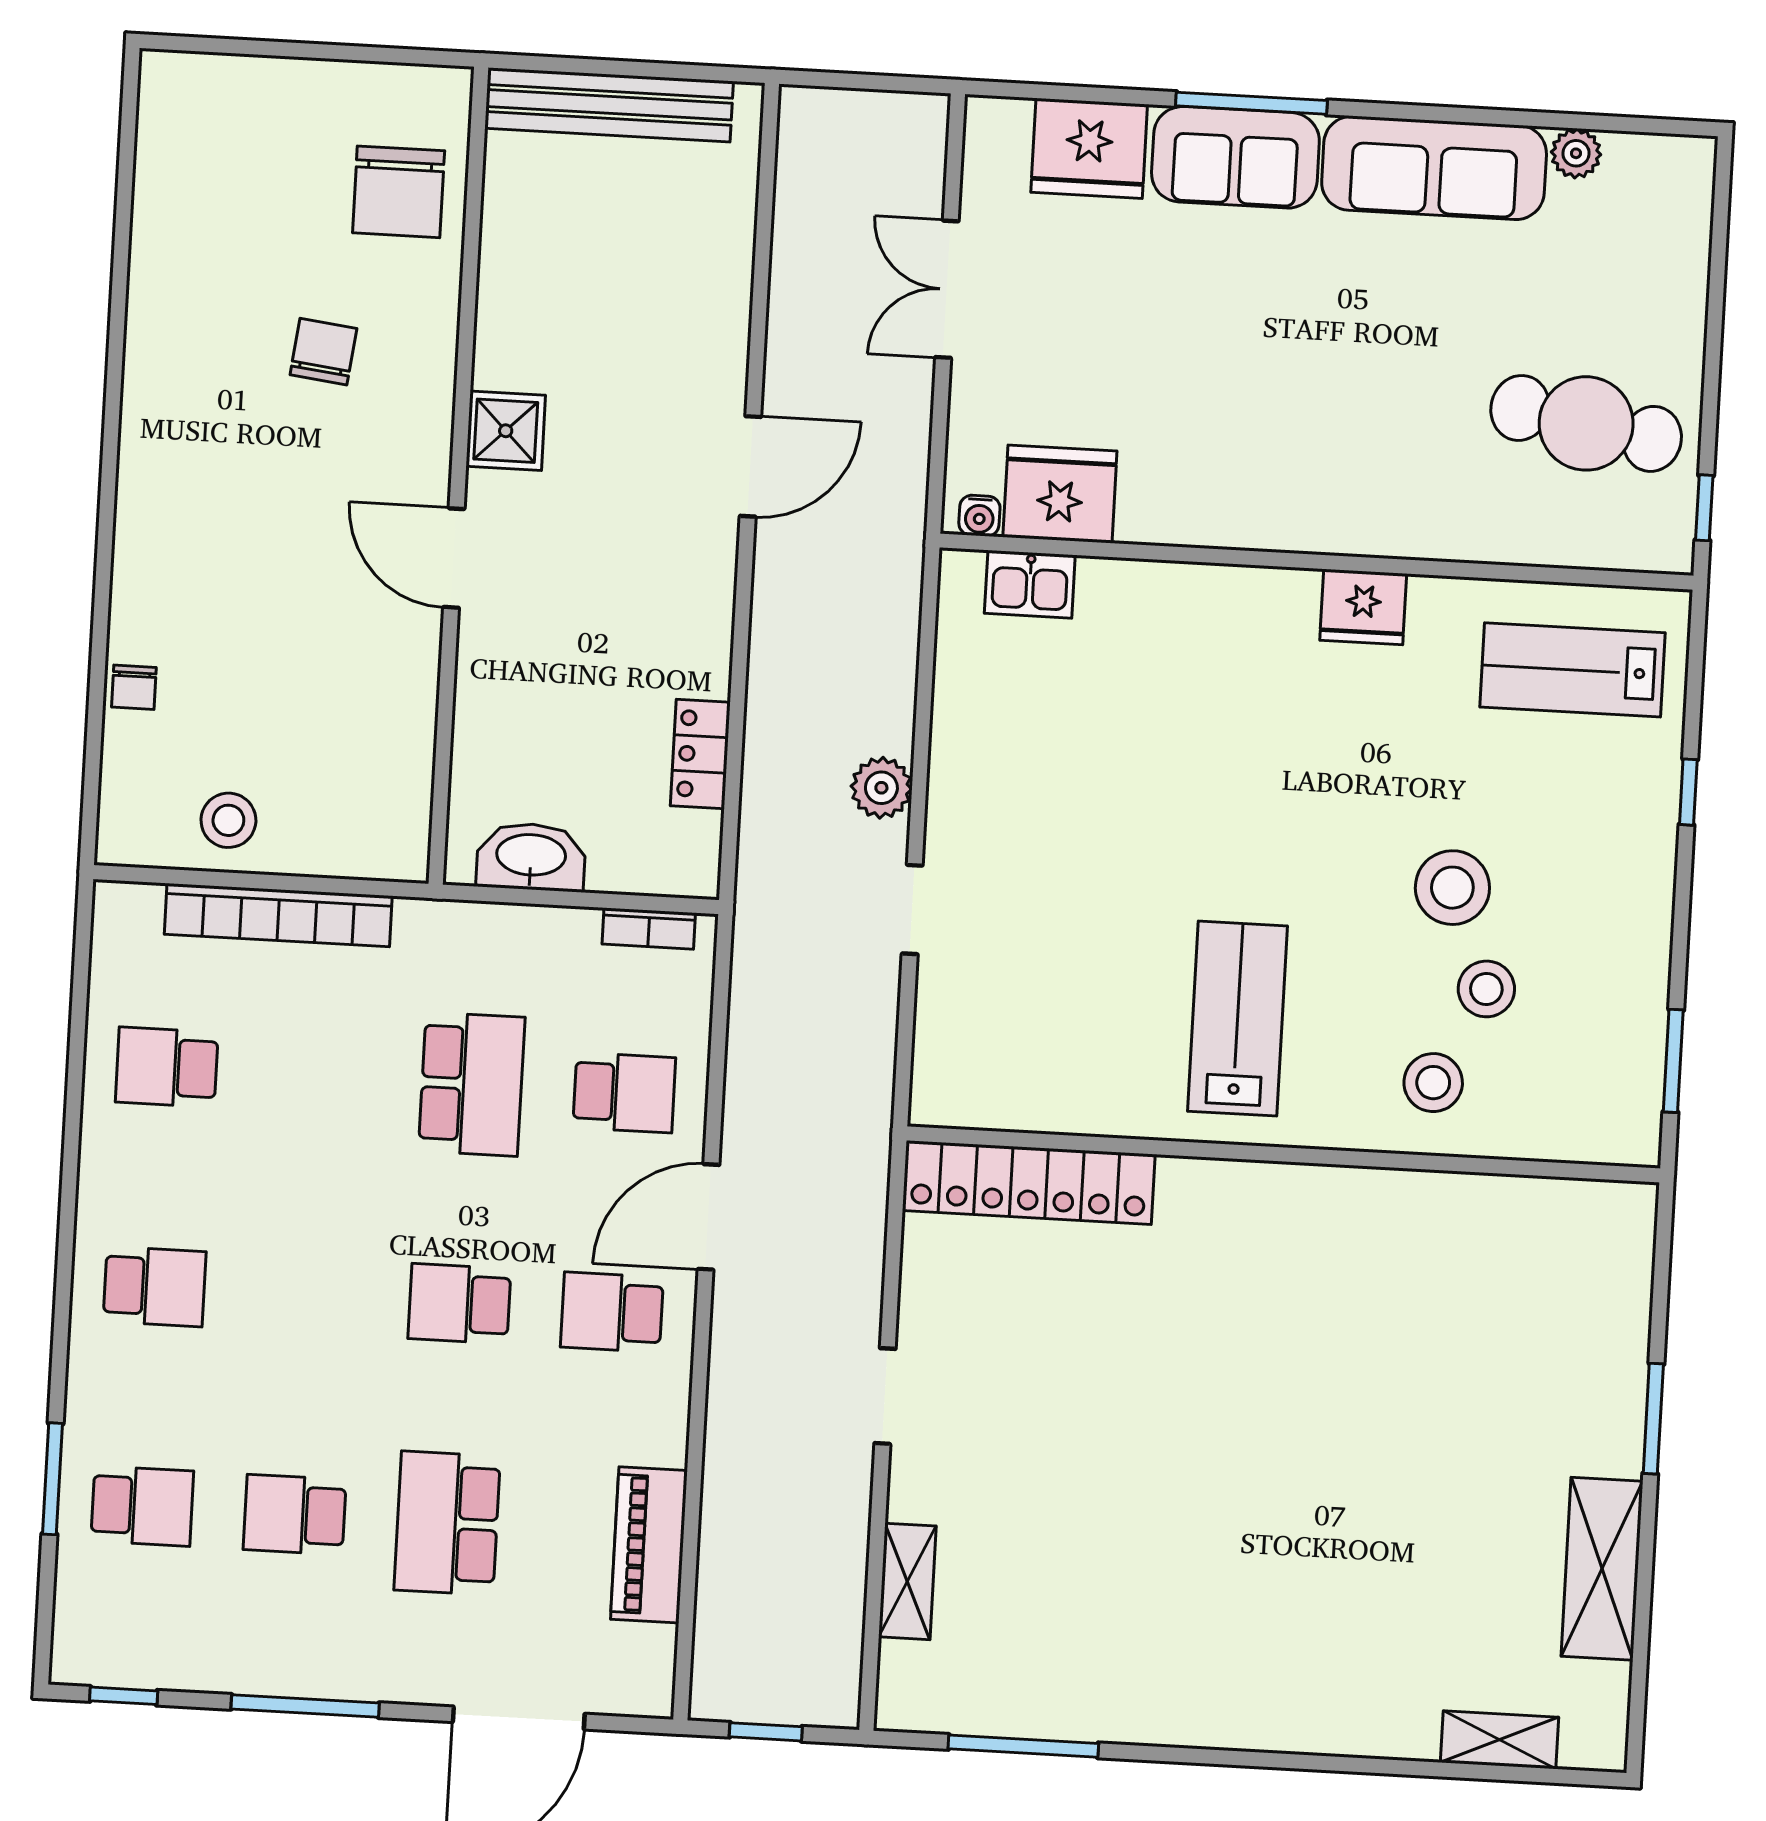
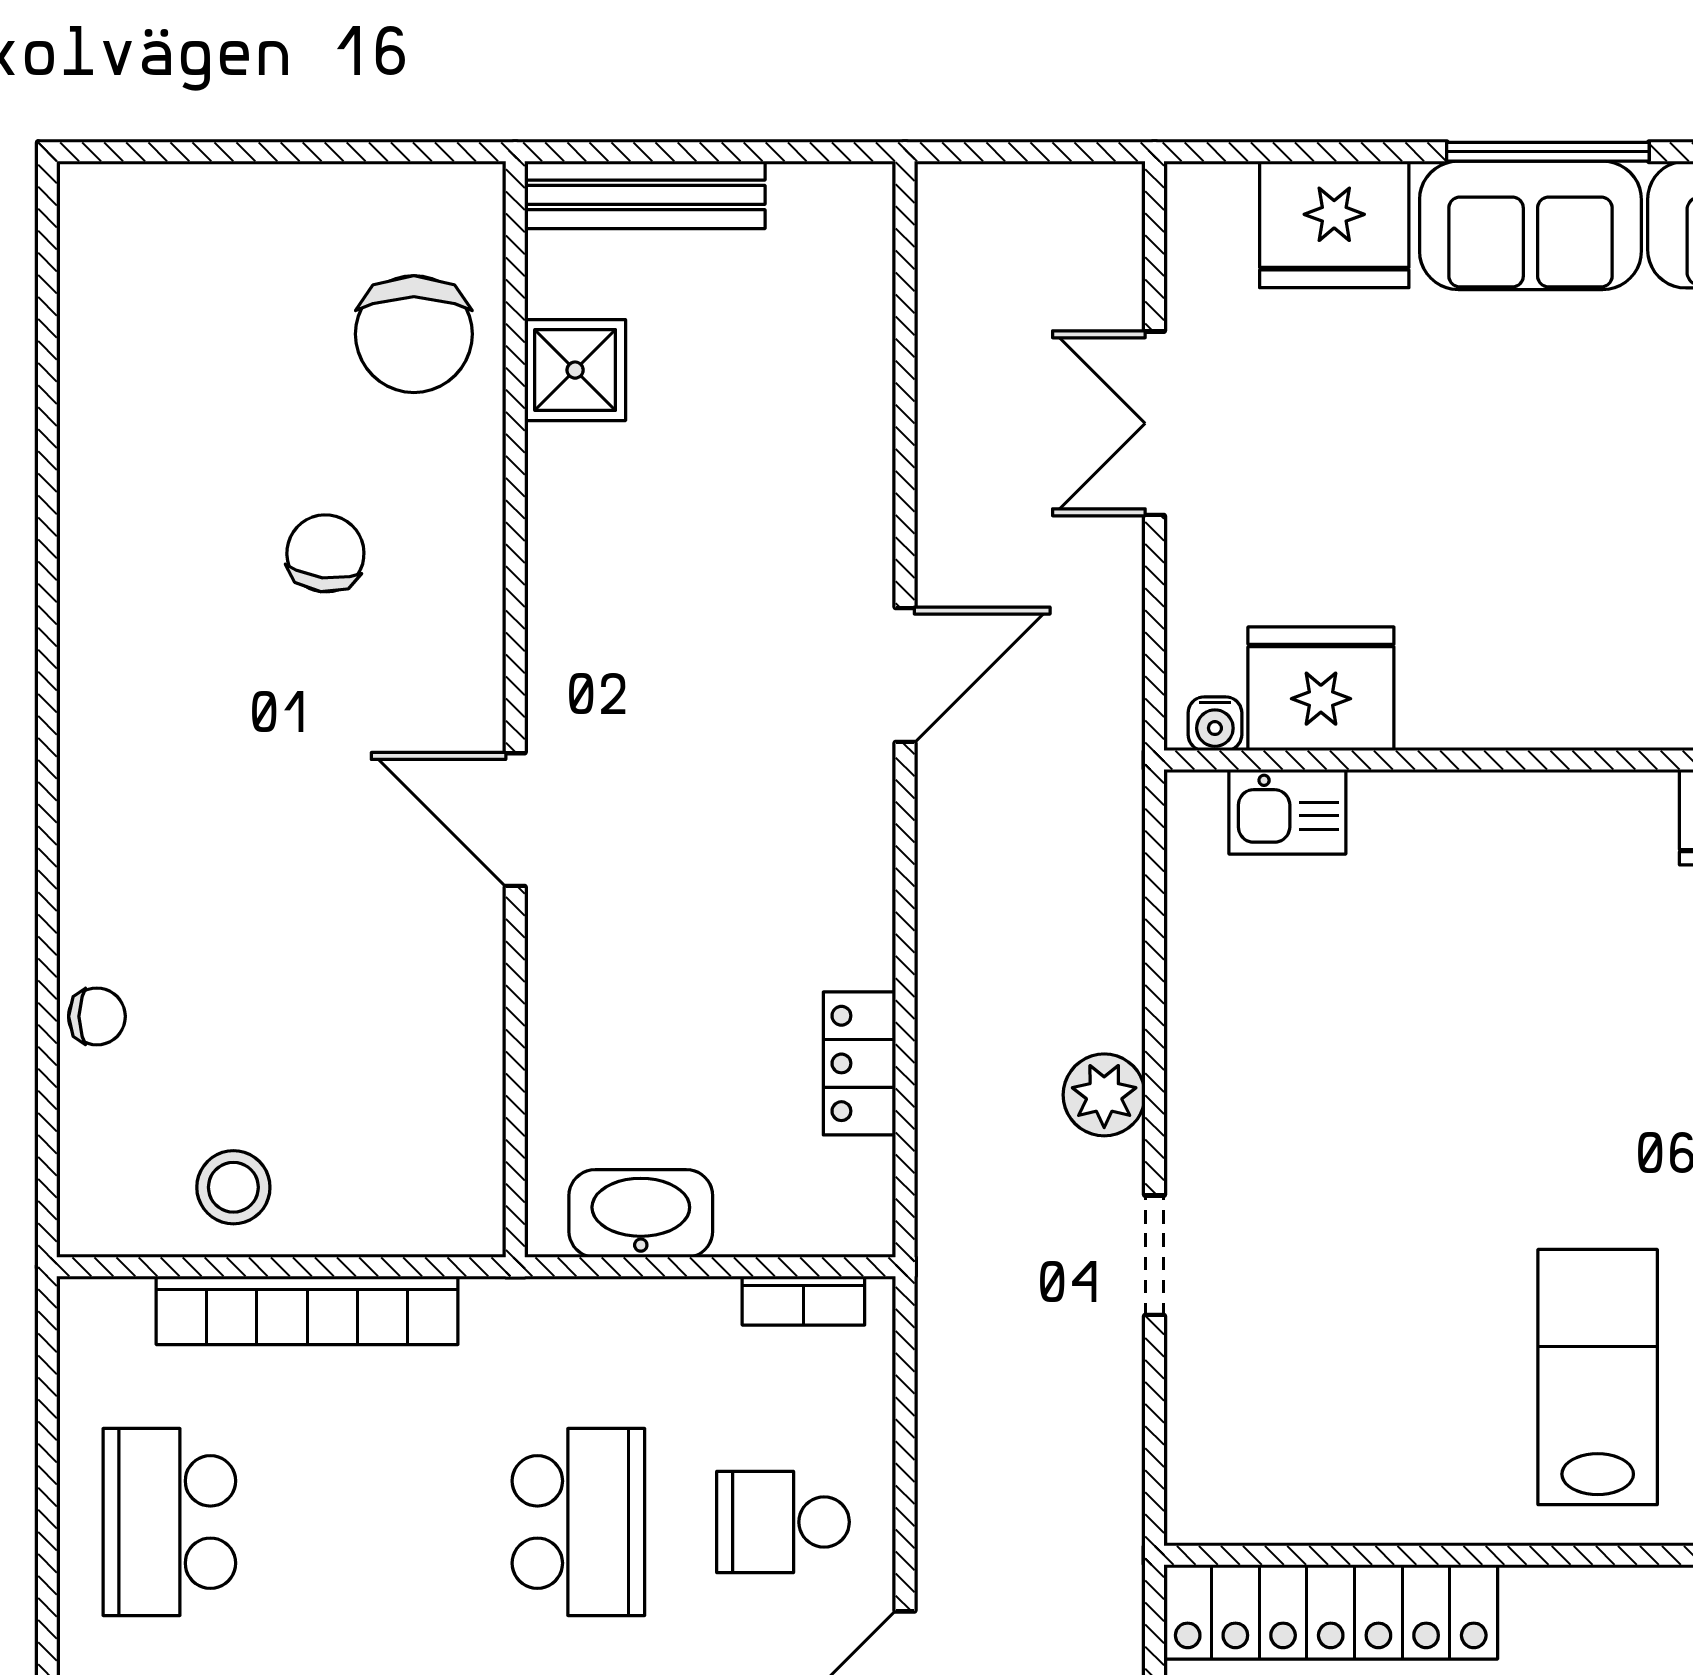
bench: (609, 105) -> (645, 195), width x0.73, depth x0.82
shower: (506, 431) -> (575, 370), moved
chair: (134, 687) -> (97, 1016), turned -90
school desk: (167, 1067) -> (169, 1522), width x1.85
school desk: (624, 1093) -> (783, 1522), turned 180

